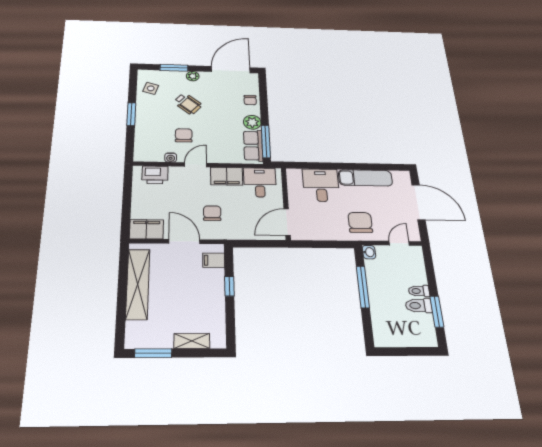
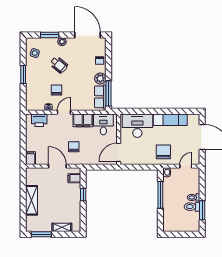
door: (231, 70) -> (87, 35), hinge flipped
desk: (321, 185) -> (137, 126), width x1.37
filing cabinet: (147, 229) -> (30, 158), width x0.50
shelving: (138, 284) -> (32, 200), width x0.68

